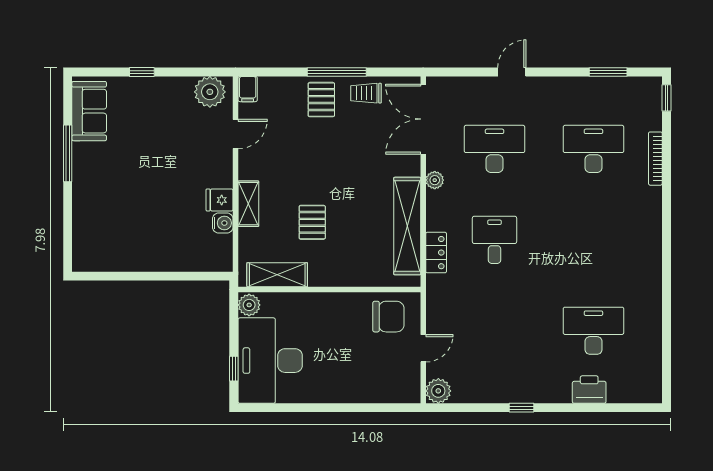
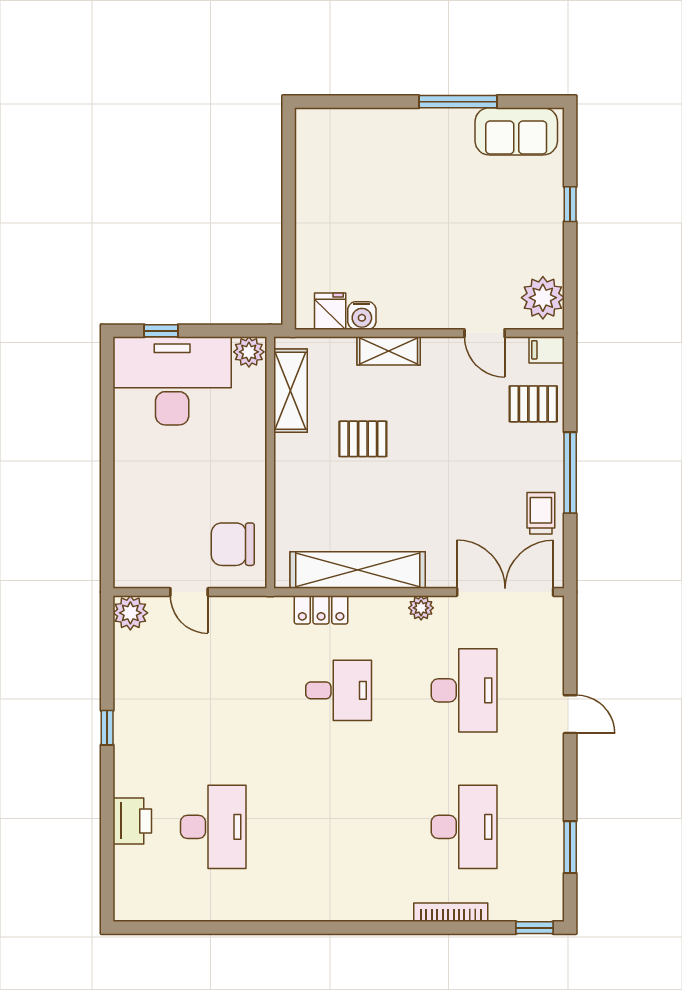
pallet: (321, 100) -> (533, 404), moved
fridge: (220, 200) -> (330, 311), moved
chair: (388, 317) -> (233, 544), turned 90

